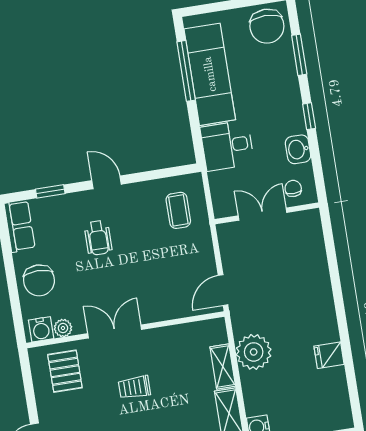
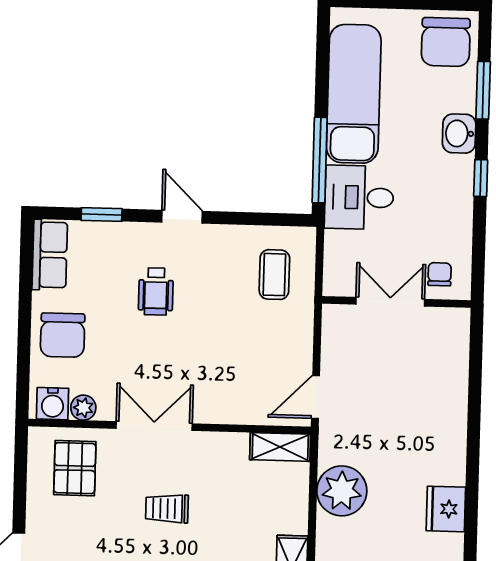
window: (186, 71) -> (320, 160), moved
washbasin: (298, 149) -> (459, 134), moved
fridge: (329, 355) -> (446, 509), width x1.38
shelving: (223, 366) -> (280, 447), moved, turned 90

